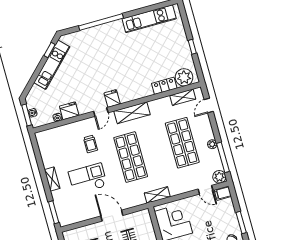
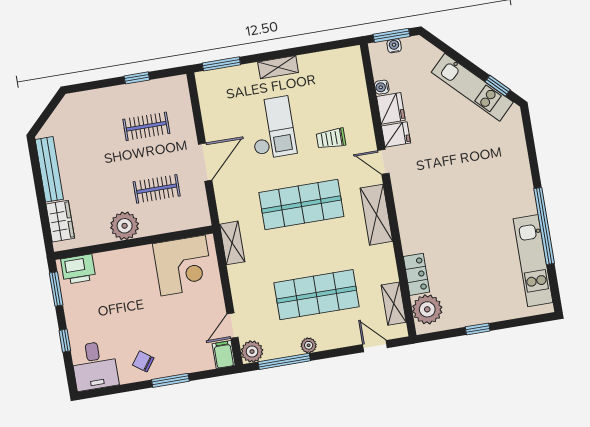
window: (101, 22) -> (544, 226), moved
fridge: (112, 98) -> (396, 135), moved

